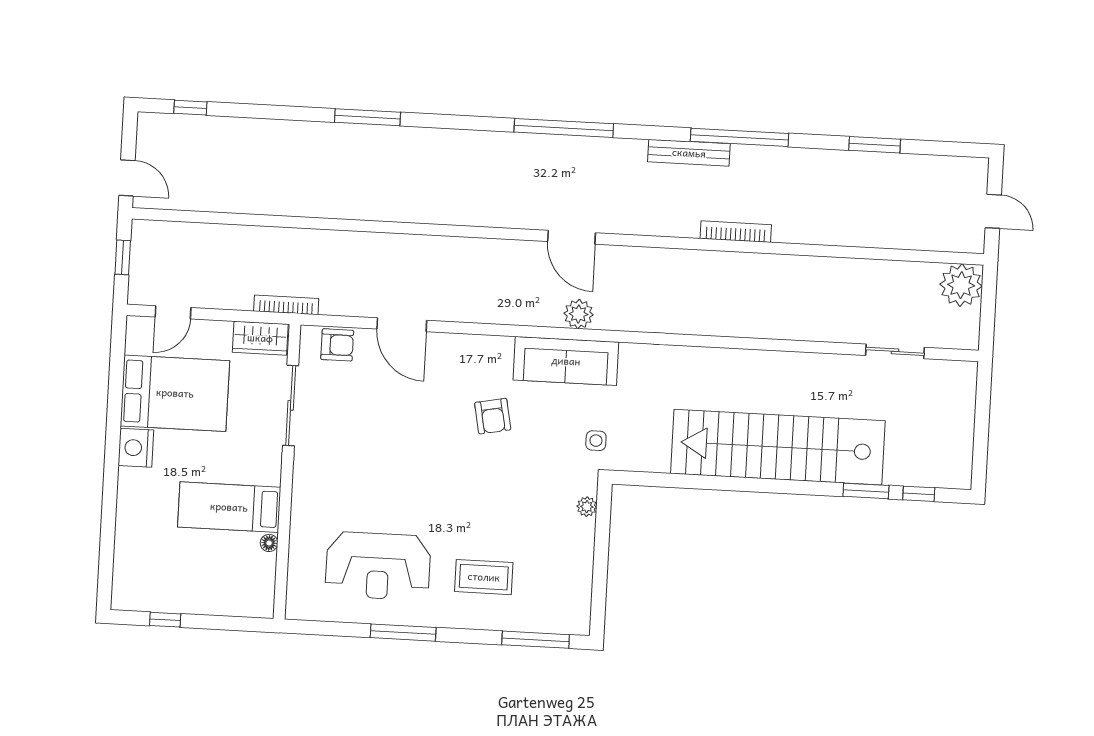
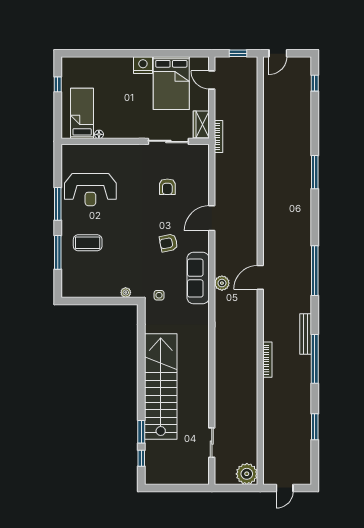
door: (402, 325) -> (212, 218), moved
armchair: (337, 345) -> (167, 187), moved
bed: (229, 507) -> (82, 113), moved
reception desk: (378, 566) -> (90, 190), turned -90
coffee table: (484, 577) -> (88, 243), turned 90
window: (536, 640) -> (58, 252), moved

